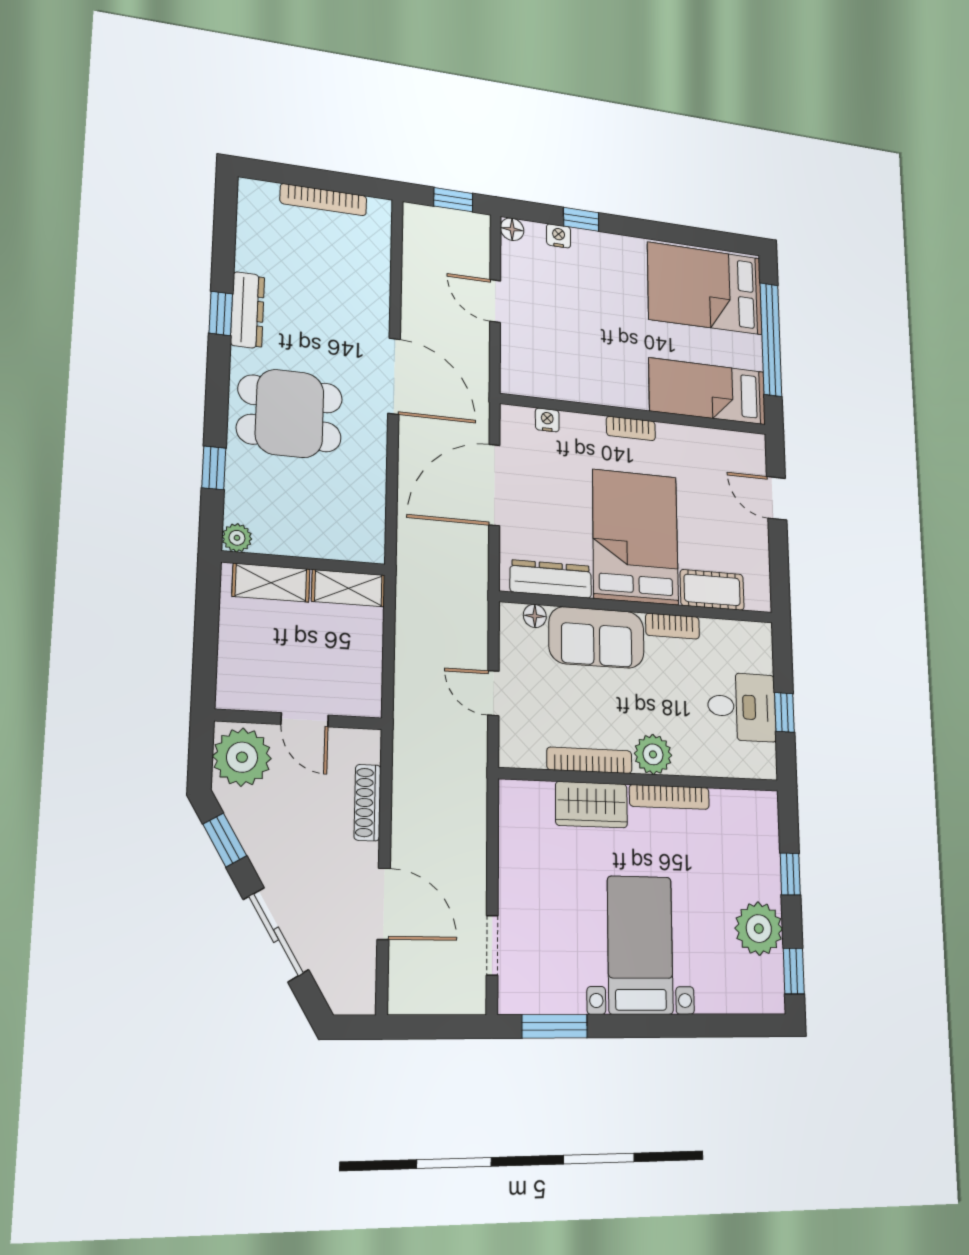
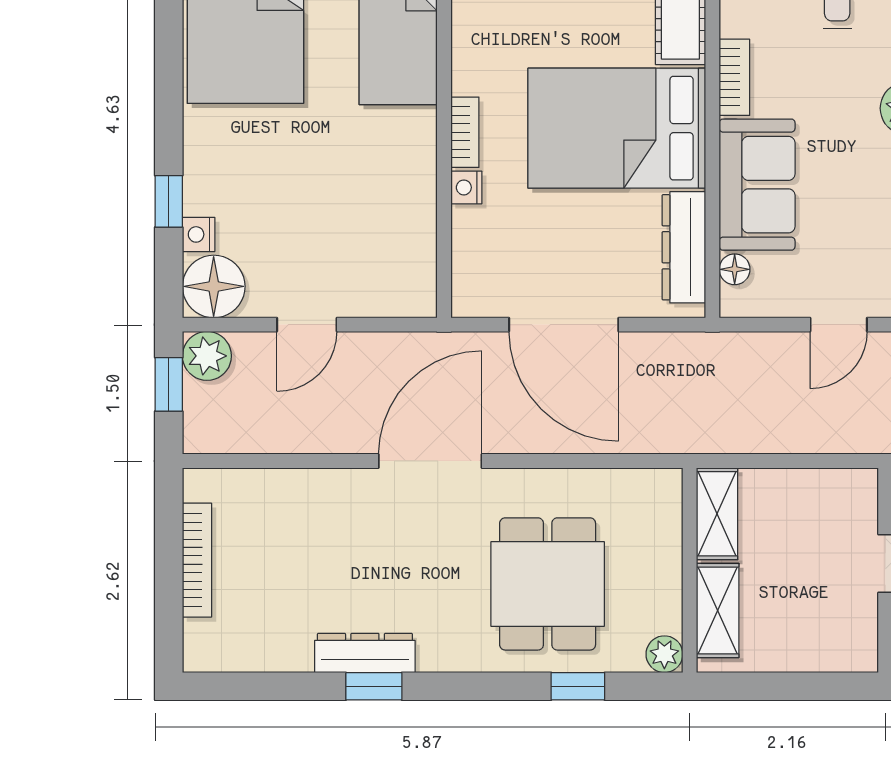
plant: (473, 229) -> (207, 356), added
floor lamp: (512, 229) -> (214, 286), width x1.89, depth x1.89
dining table: (290, 413) -> (548, 584), moved
nightstand: (547, 420) -> (466, 187), moved

